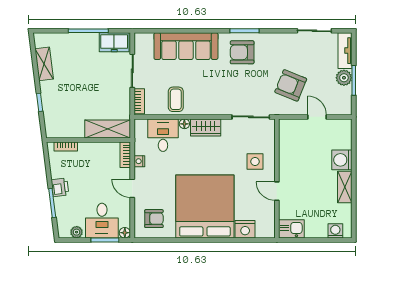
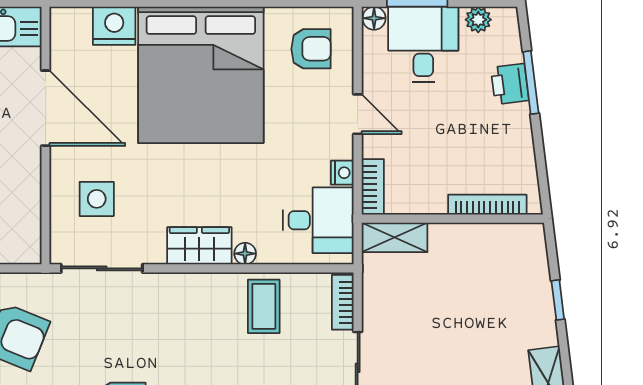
shelving: (108, 129) -> (395, 237), width x0.67, depth x0.75
desk: (163, 135) -> (318, 220), moved, turned -90
bookcase: (66, 146) -> (487, 205), width x1.56
side table: (255, 162) -> (97, 199), moved
printer: (60, 187) -> (510, 84), moved
door: (277, 191) -> (46, 108), width x1.88
armchair: (154, 219) -> (311, 49), turned 180

